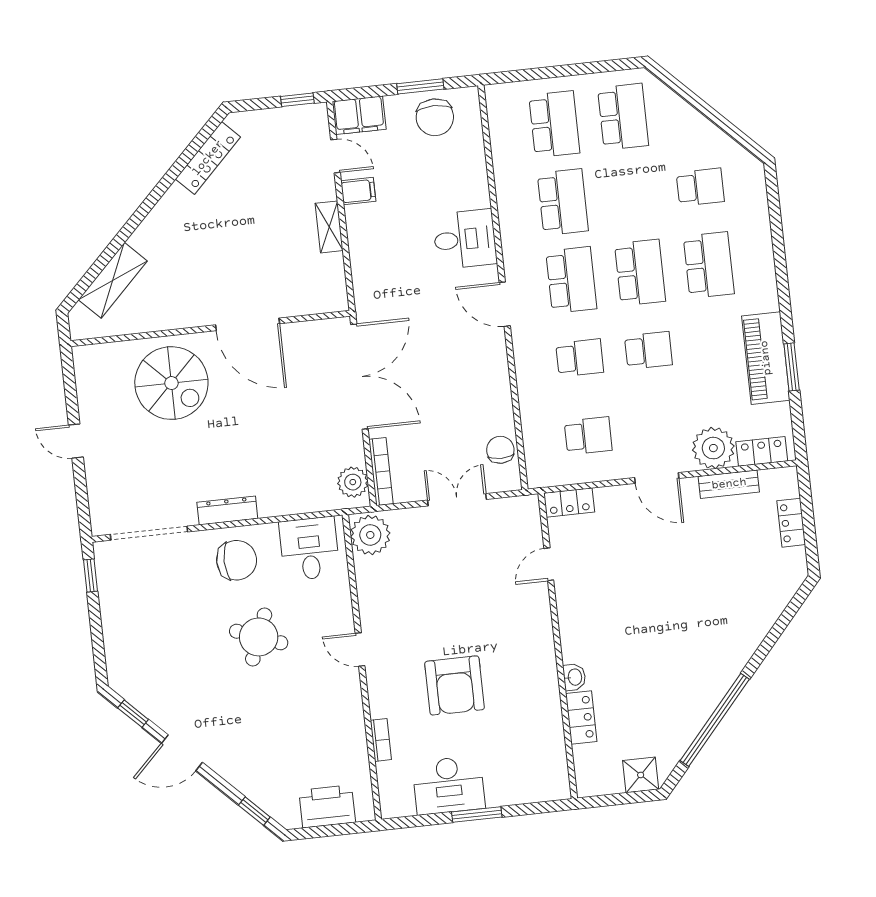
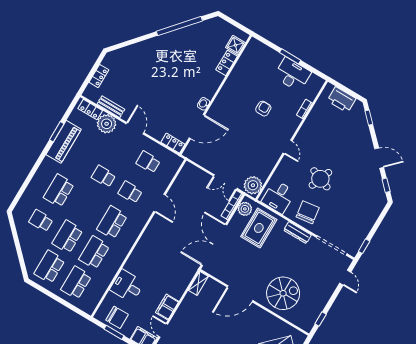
chair: (435, 117) -> (117, 317), turned 90
filing cabinet: (358, 191) -> (167, 307), width x2.00
shelving: (329, 227) -> (198, 283), moved
desk: (465, 239) -> (127, 286), moved
school desk: (640, 272) -> (68, 237), moved
door: (505, 304) -> (159, 203), moved
door: (248, 324) -> (240, 294), swing flipped
spiral stairs: (171, 383) -> (283, 293), turned 90
window: (70, 388) -> (321, 319), added
door: (76, 441) -> (345, 278), moved
chair: (500, 450) -> (183, 181), removed
rug: (302, 467) -> (259, 228), added
double door: (457, 500) -> (225, 182), moved
chair: (237, 560) -> (308, 212), turned 82
door: (549, 564) -> (197, 127), width x1.87
washbasin: (574, 677) -> (204, 104), moved
armchair: (455, 685) -> (263, 109), width x0.53, depth x0.53
shower: (641, 775) -> (235, 45), moved

